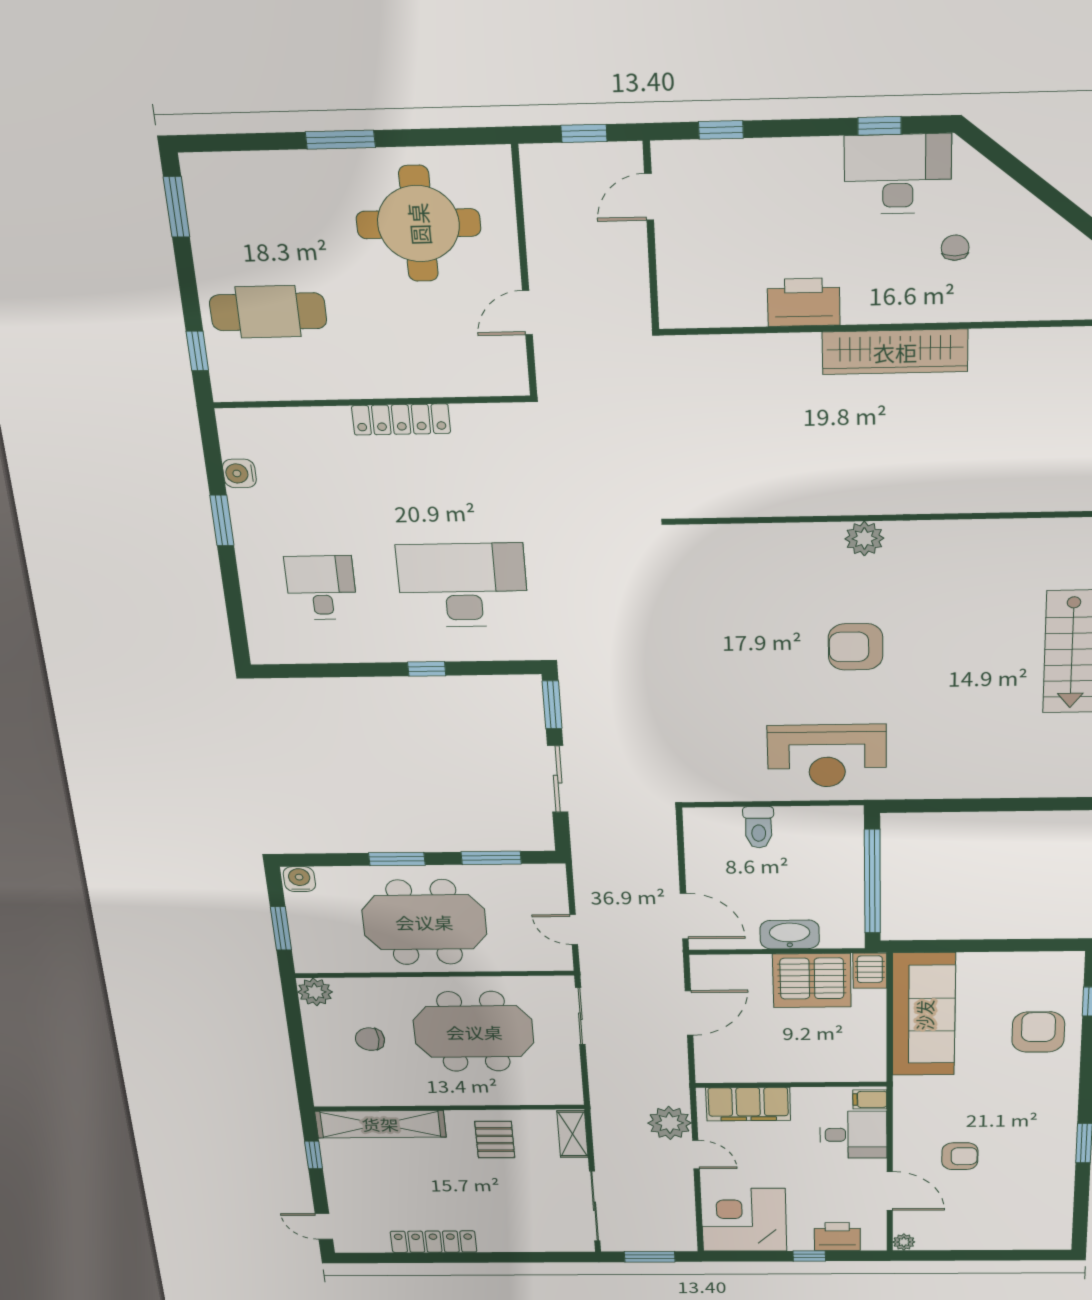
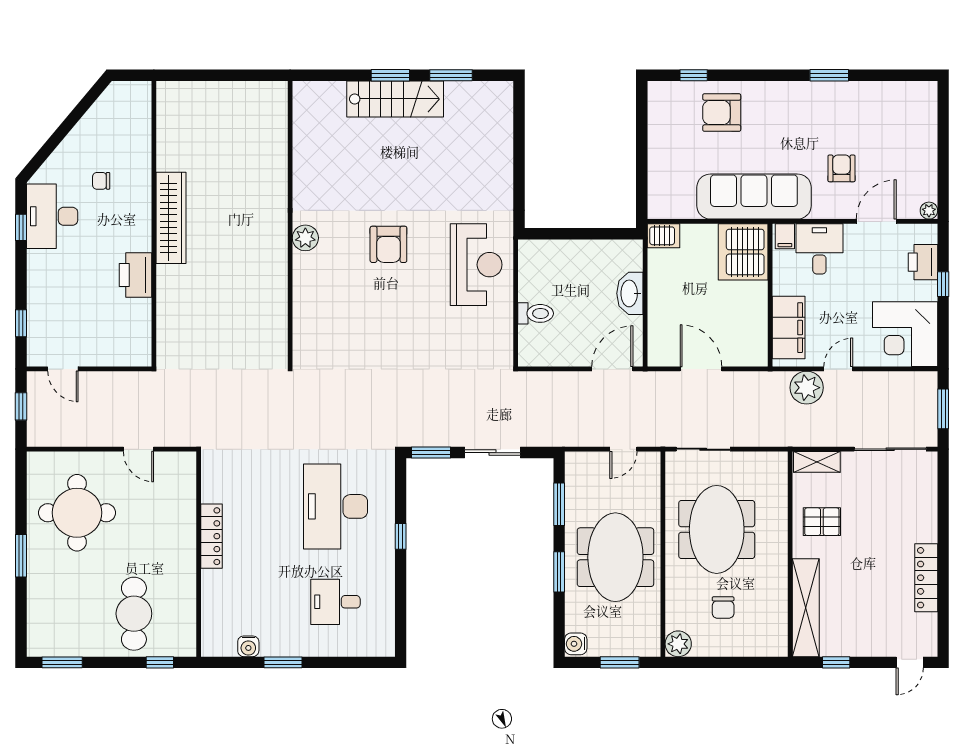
window: (872, 882) -> (584, 234), removed
server rack: (812, 981) -> (743, 252), moved, turned 180
sofa: (924, 1015) -> (754, 197), moved

